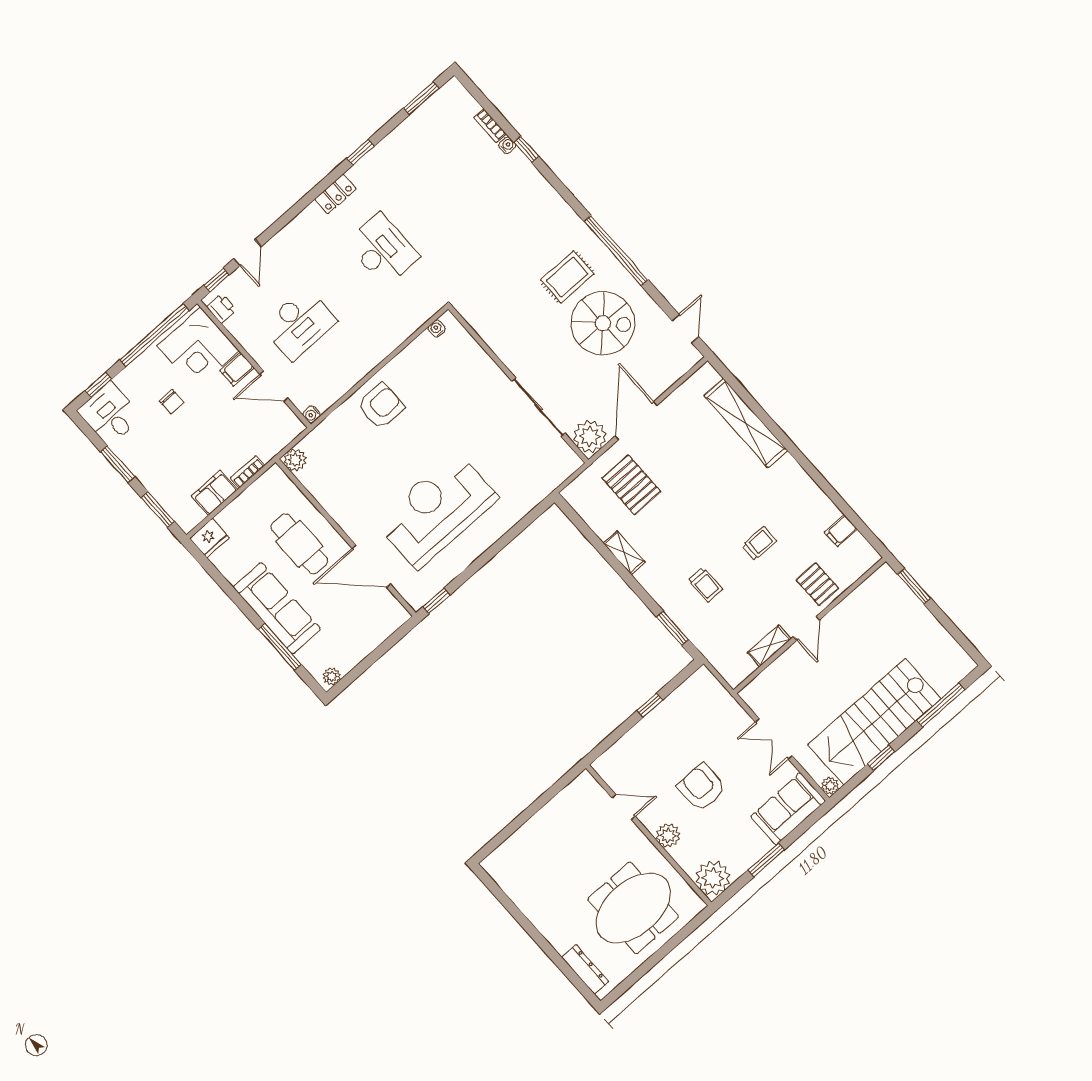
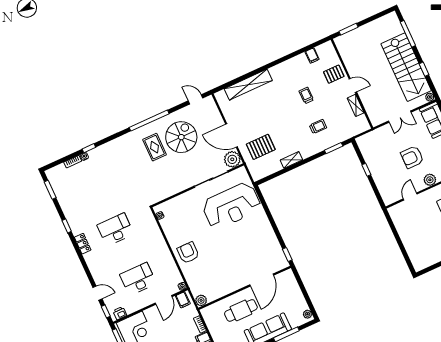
desk: (299, 324) -> (138, 279), turned -90
filing cabinet: (237, 369) -> (183, 300), moved
reception desk: (437, 510) -> (231, 206), moved, turned -90

